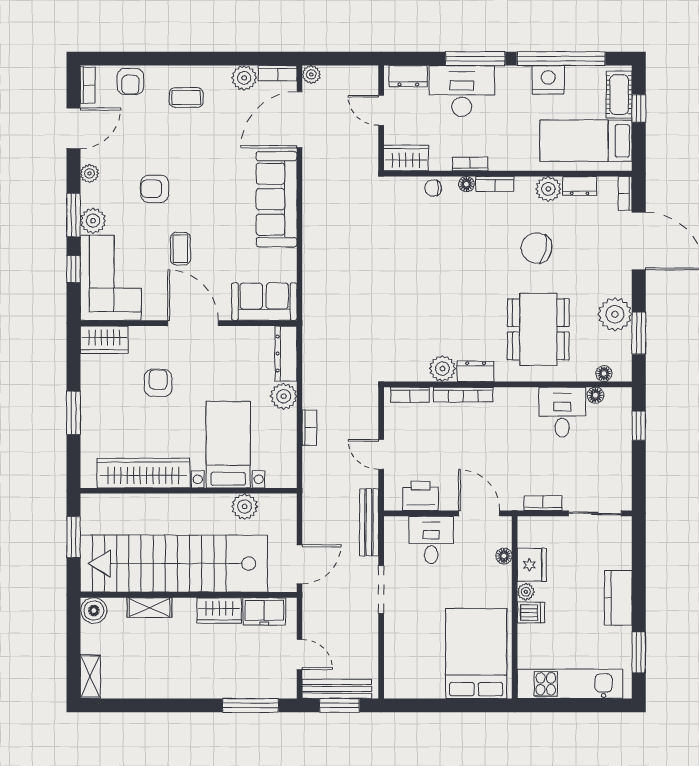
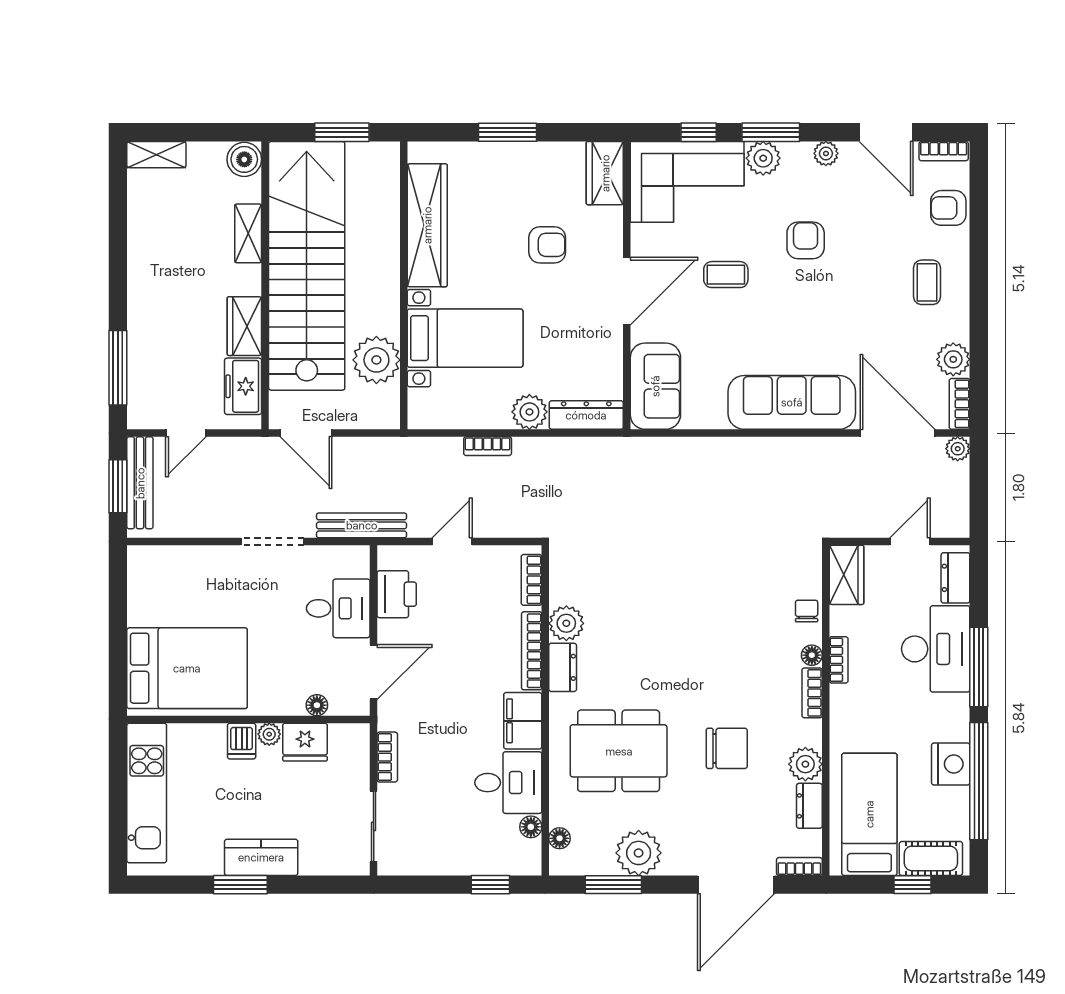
chair: (536, 248) -> (727, 748), turned 79
filing cabinet: (516, 401) -> (523, 721), added
plant: (245, 506) -> (376, 360), width x1.36, depth x1.36
window: (639, 652) -> (240, 885), moved

